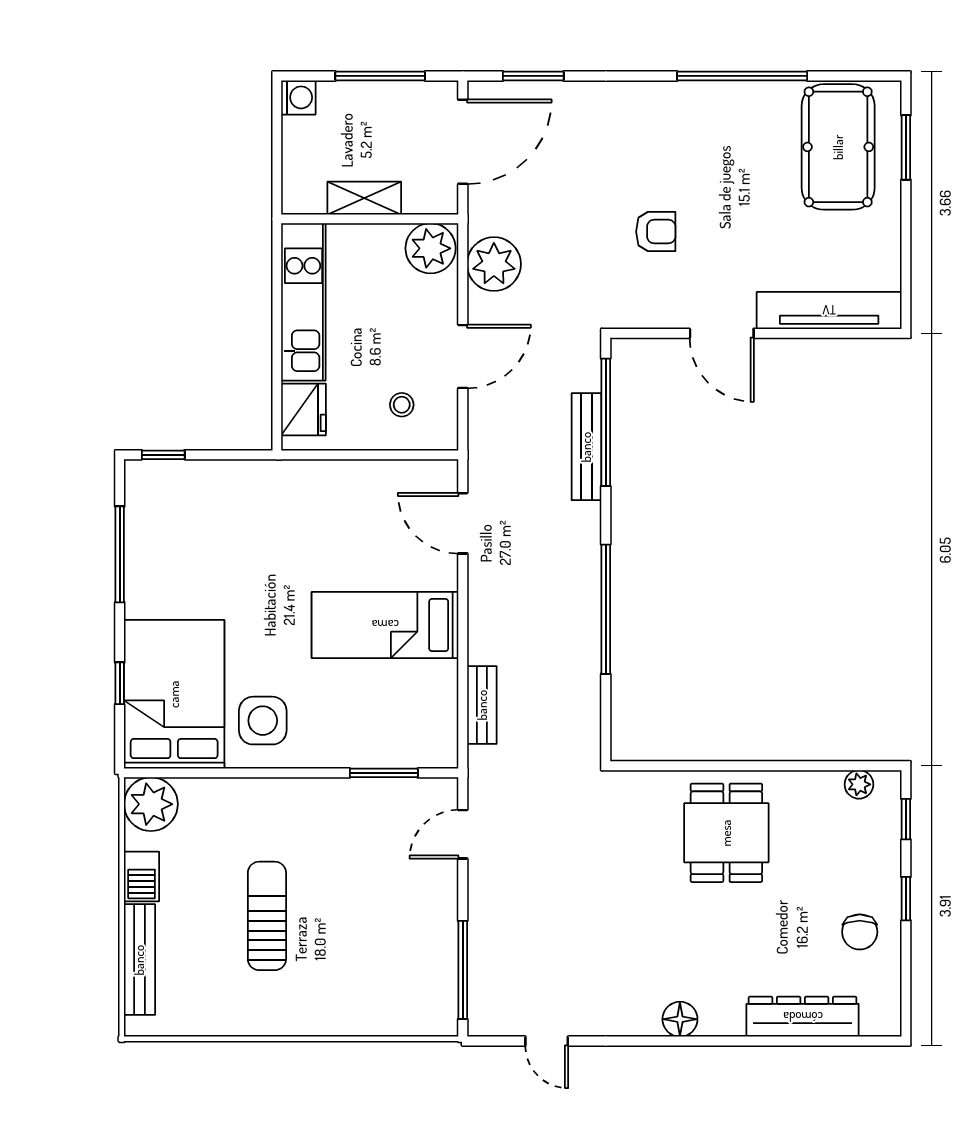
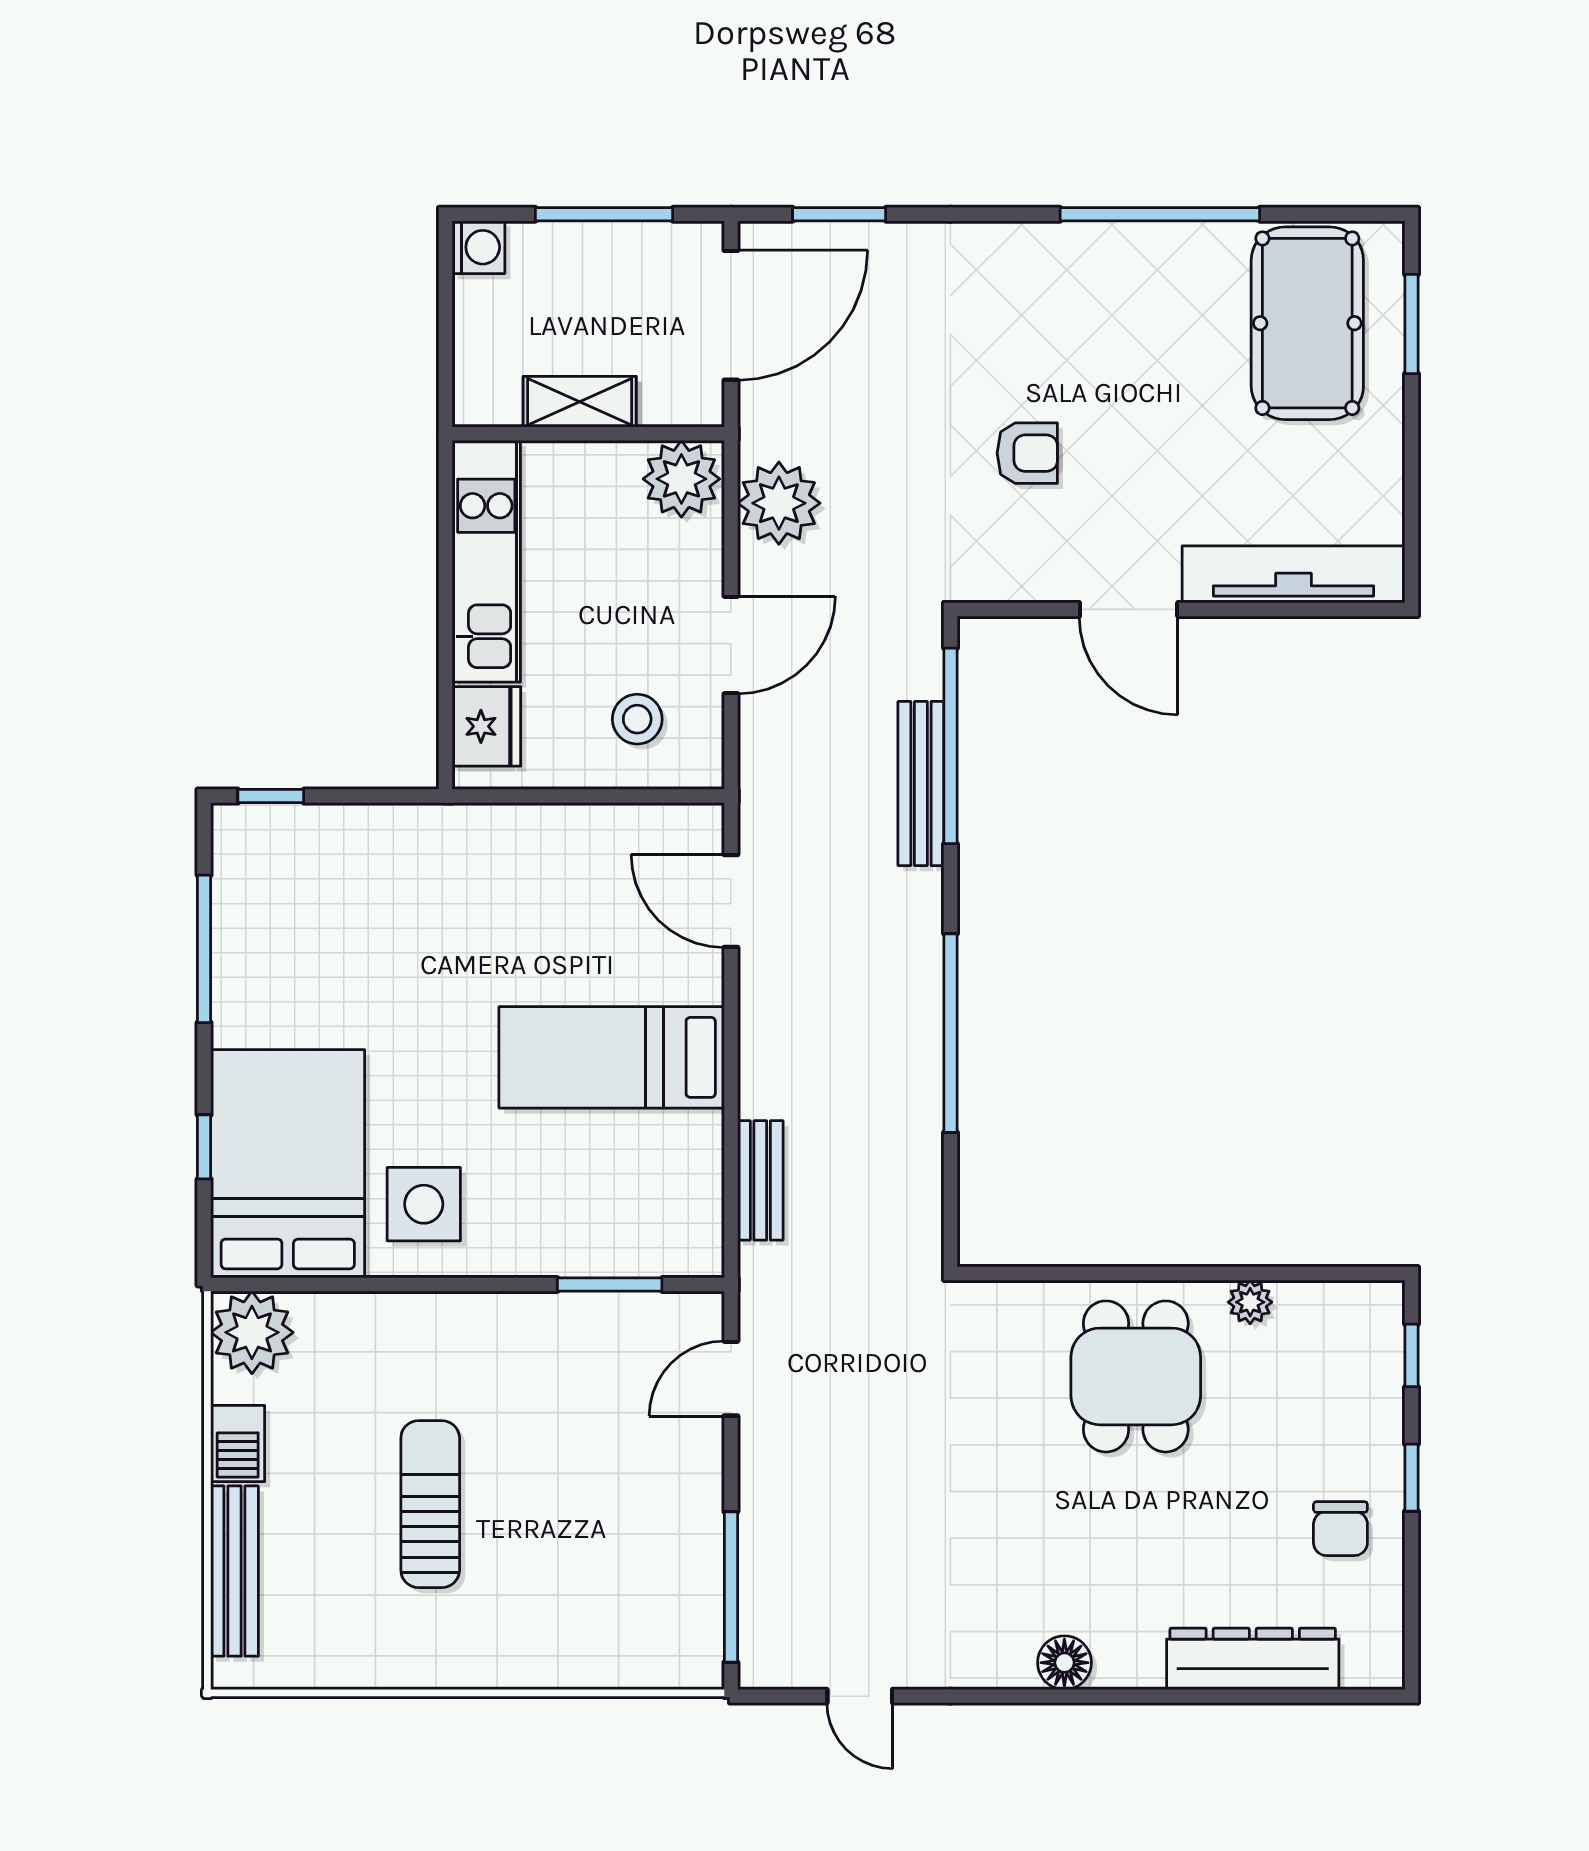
stool: (402, 405) -> (637, 719), width x1.37, depth x1.37
plant: (859, 784) -> (1250, 1302), moved

